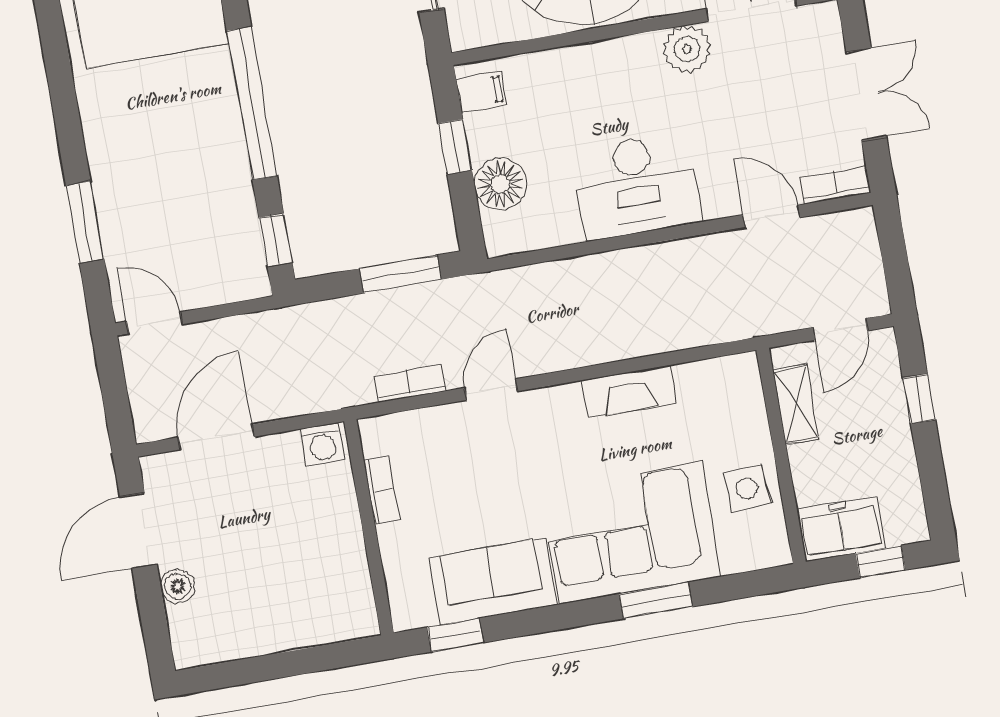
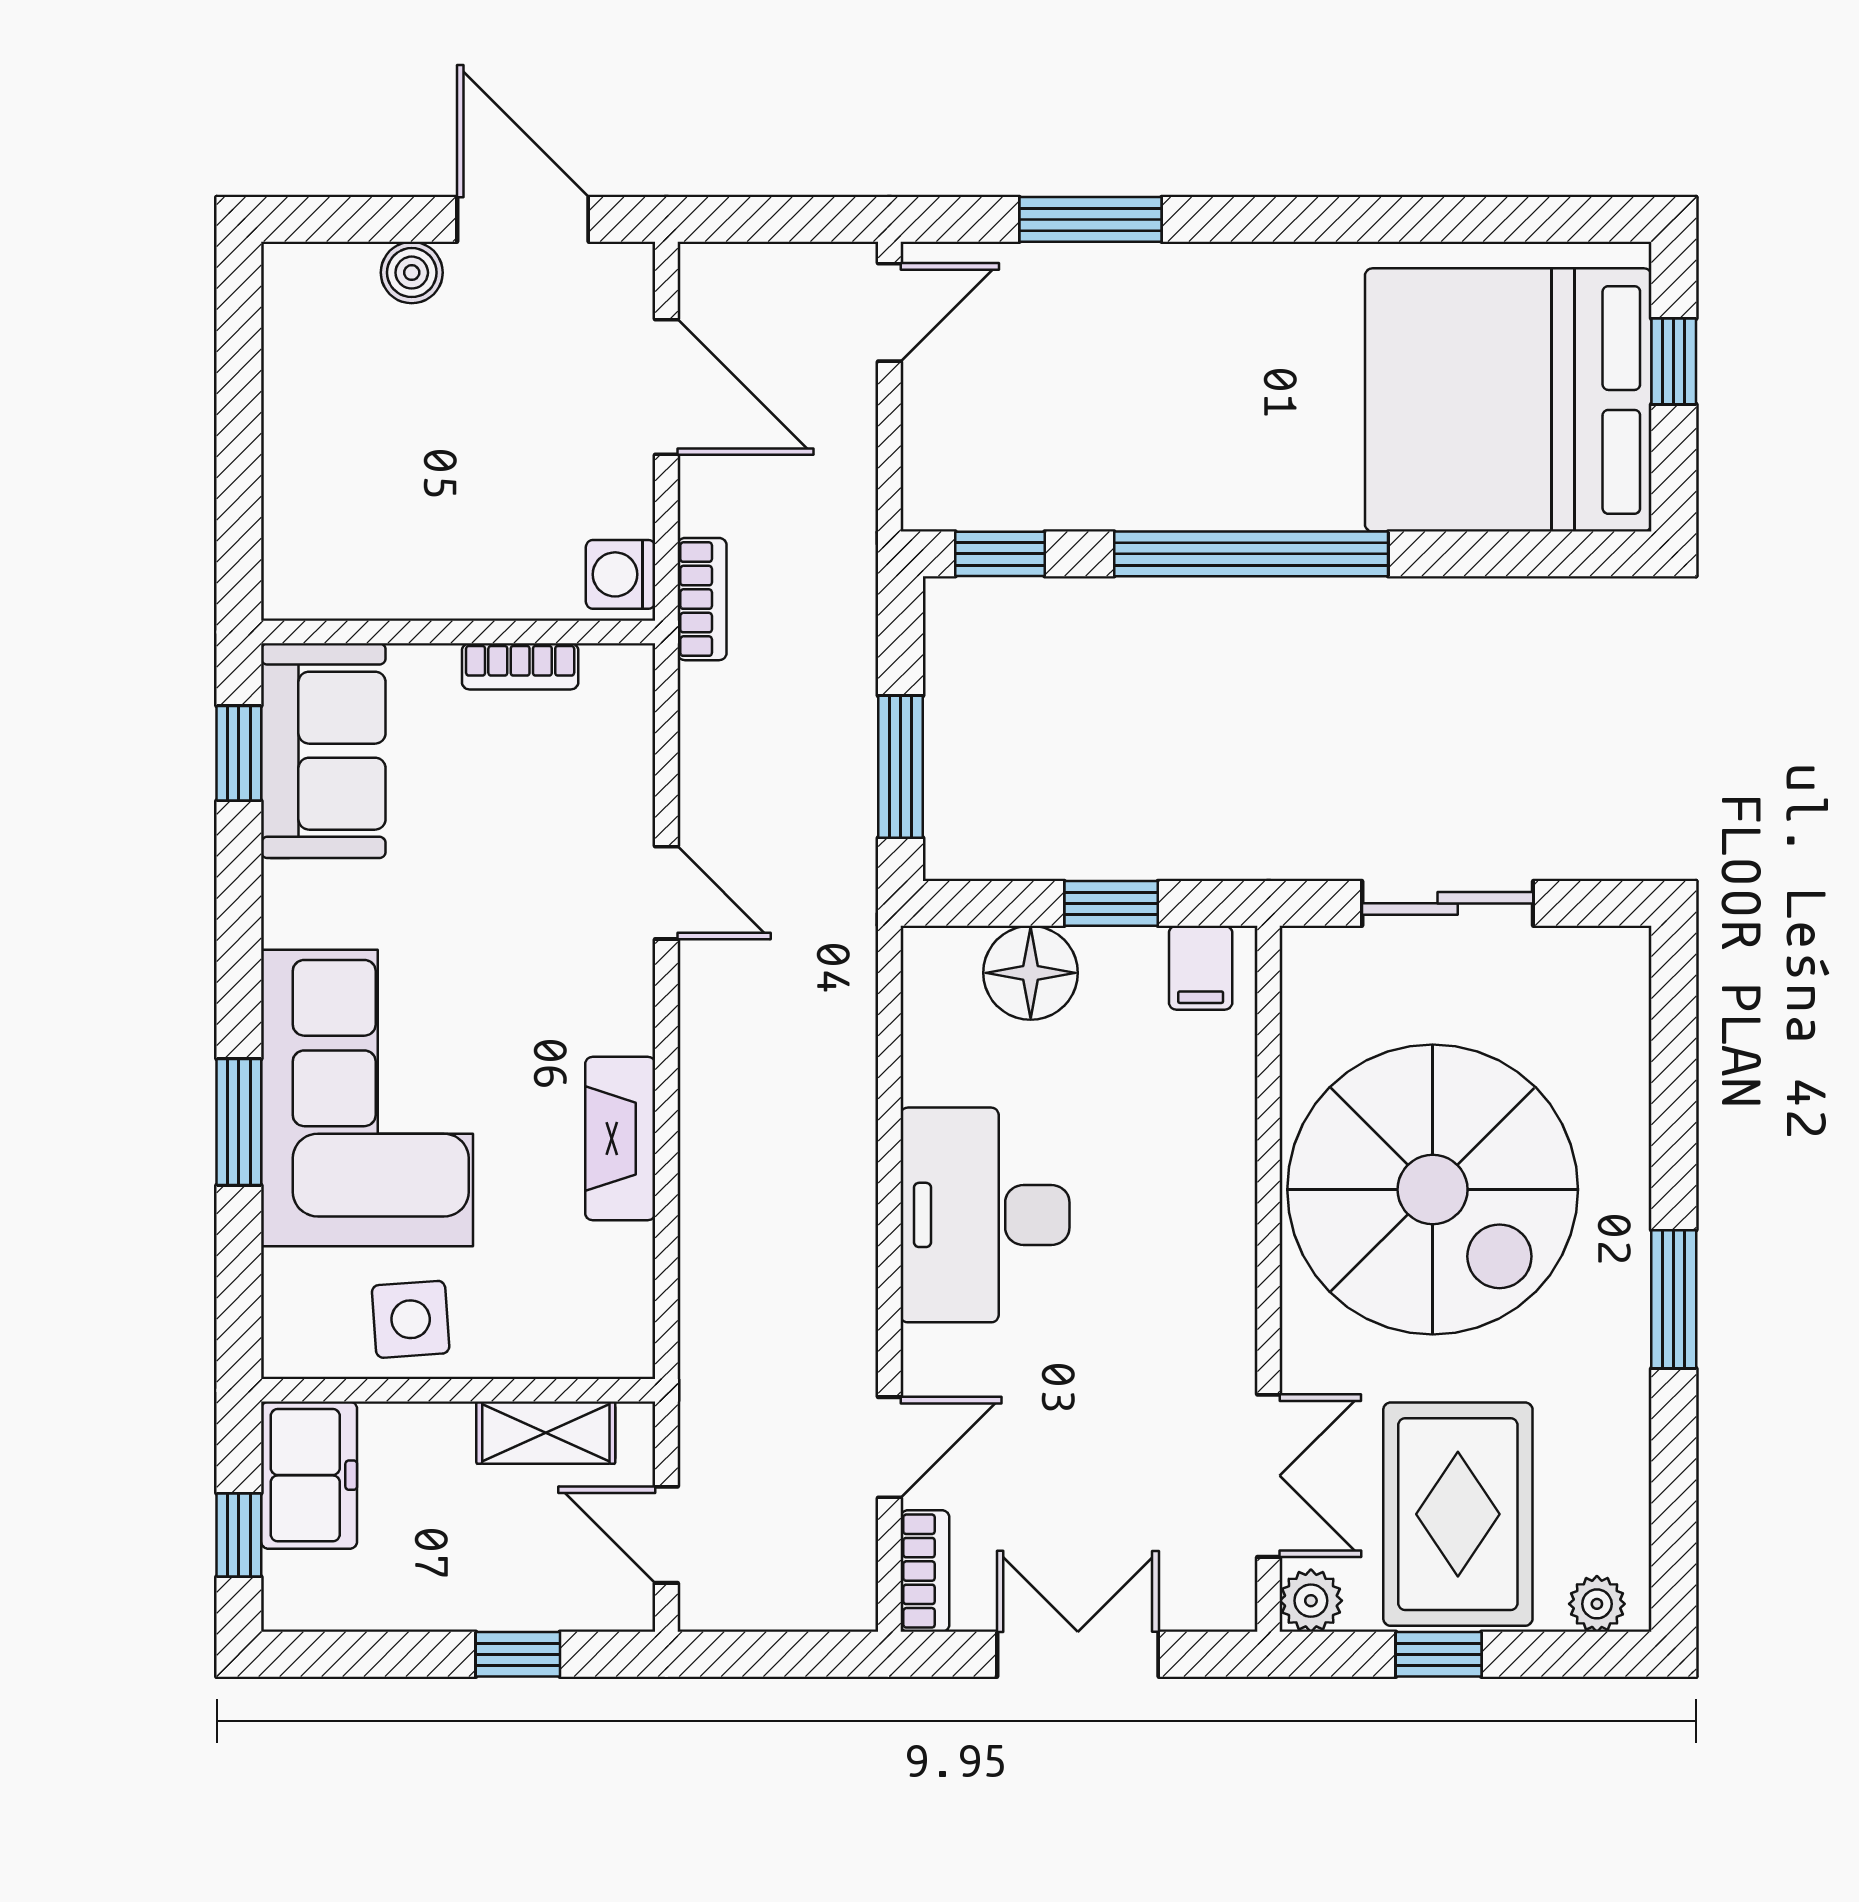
plant: (687, 49) -> (1214, 1348), removed
double door: (866, 94) -> (1078, 1654), swing flipped
bookcase: (410, 384) -> (702, 599), moved
sofa: (492, 581) -> (323, 751), moved

